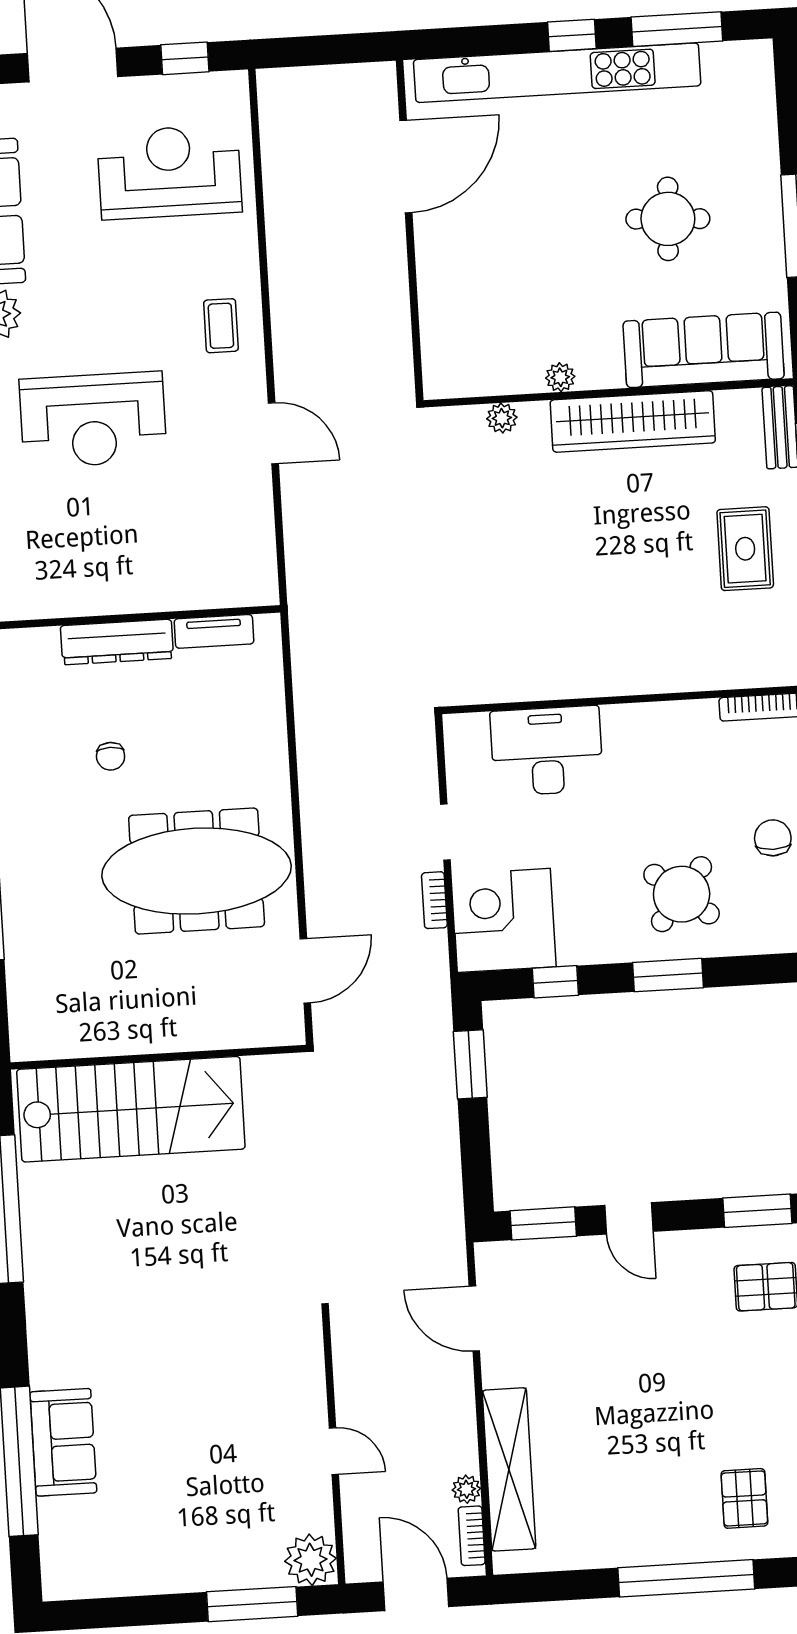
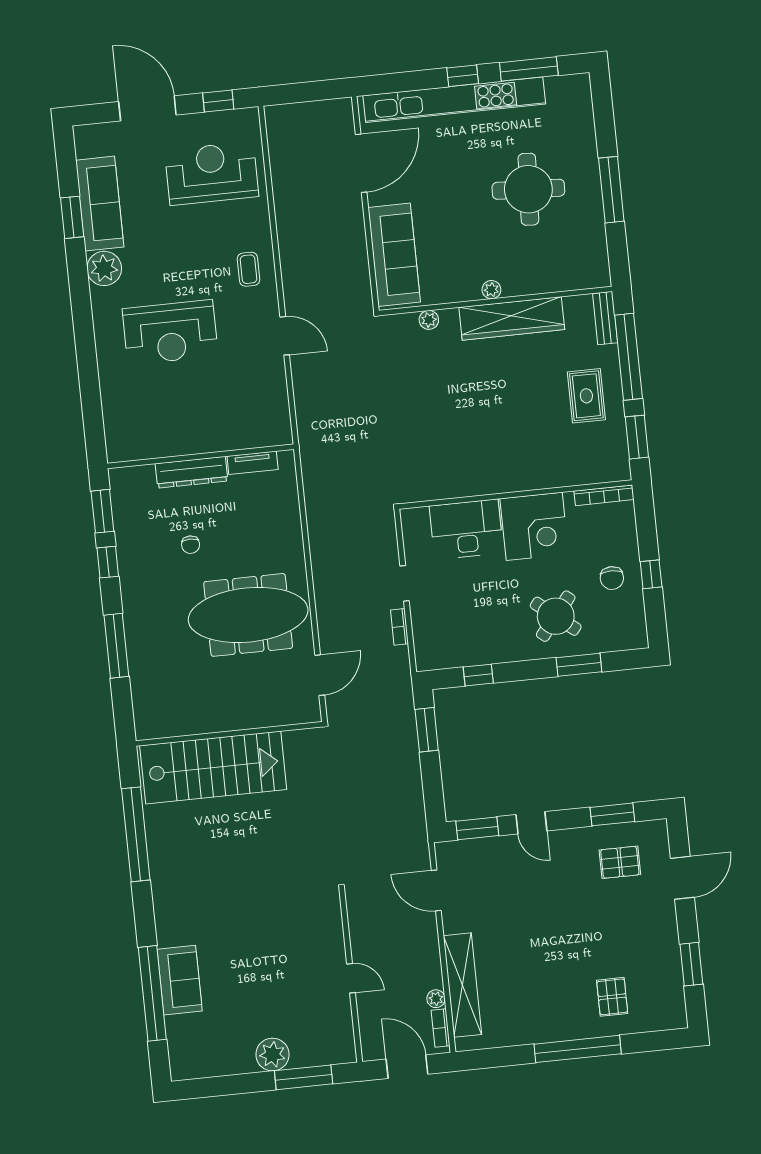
round table: (668, 219) -> (528, 189), width x1.36, depth x1.36
sofa: (704, 350) -> (394, 255), moved, turned 90
plant: (560, 377) -> (491, 290), moved
chair: (773, 838) -> (612, 578), turned 180
corner desk: (504, 920) -> (534, 526), moved, turned 180
window: (668, 975) -> (579, 665), moved
plant: (311, 1560) -> (272, 1055), moved

